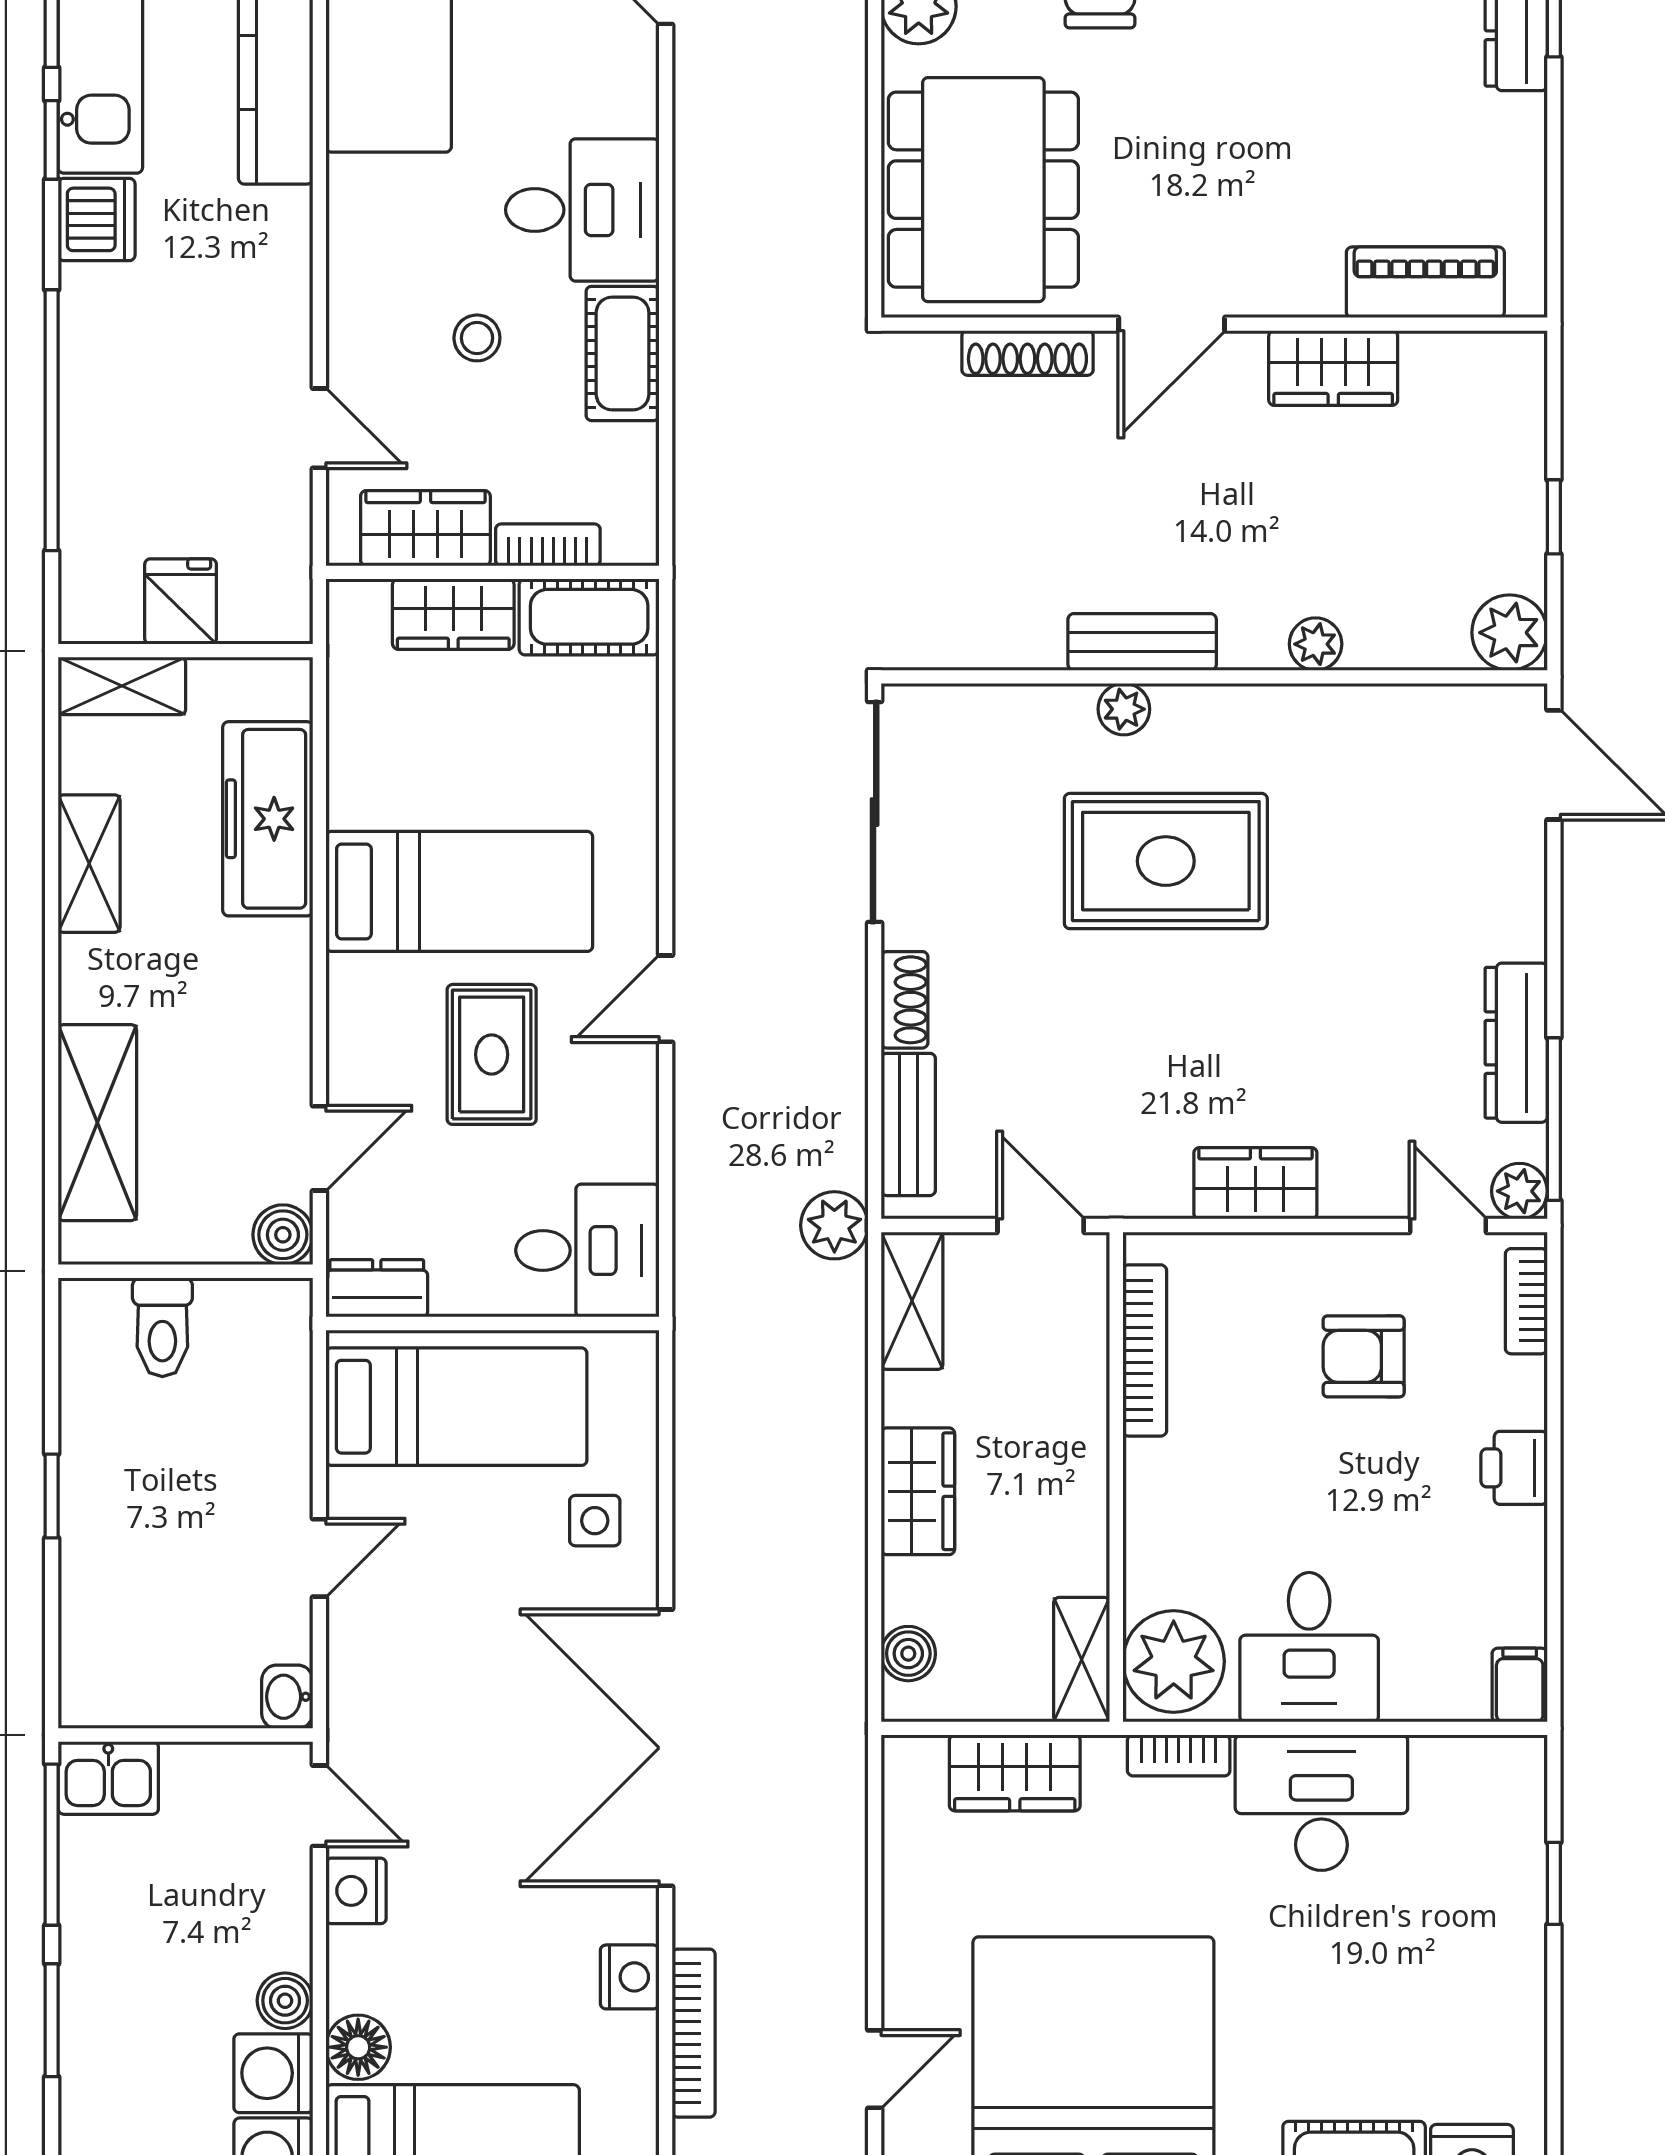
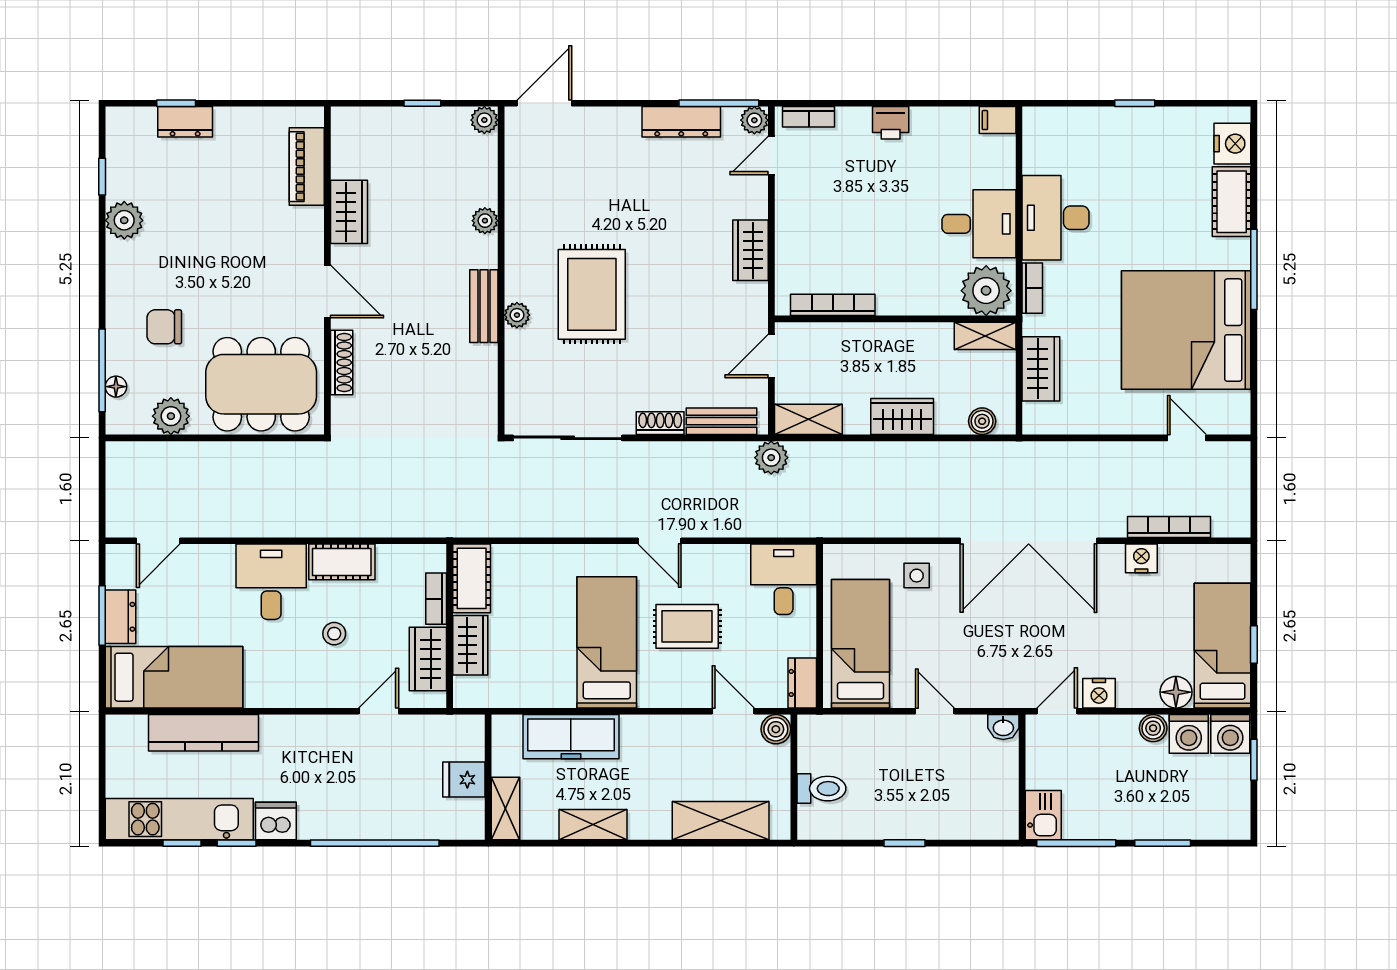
plant: (1510, 633) -> (484, 120), width x0.73, depth x0.73
armchair: (1364, 1356) -> (836, 197), removed
window: (1554, 1883) -> (1135, 103), moved

